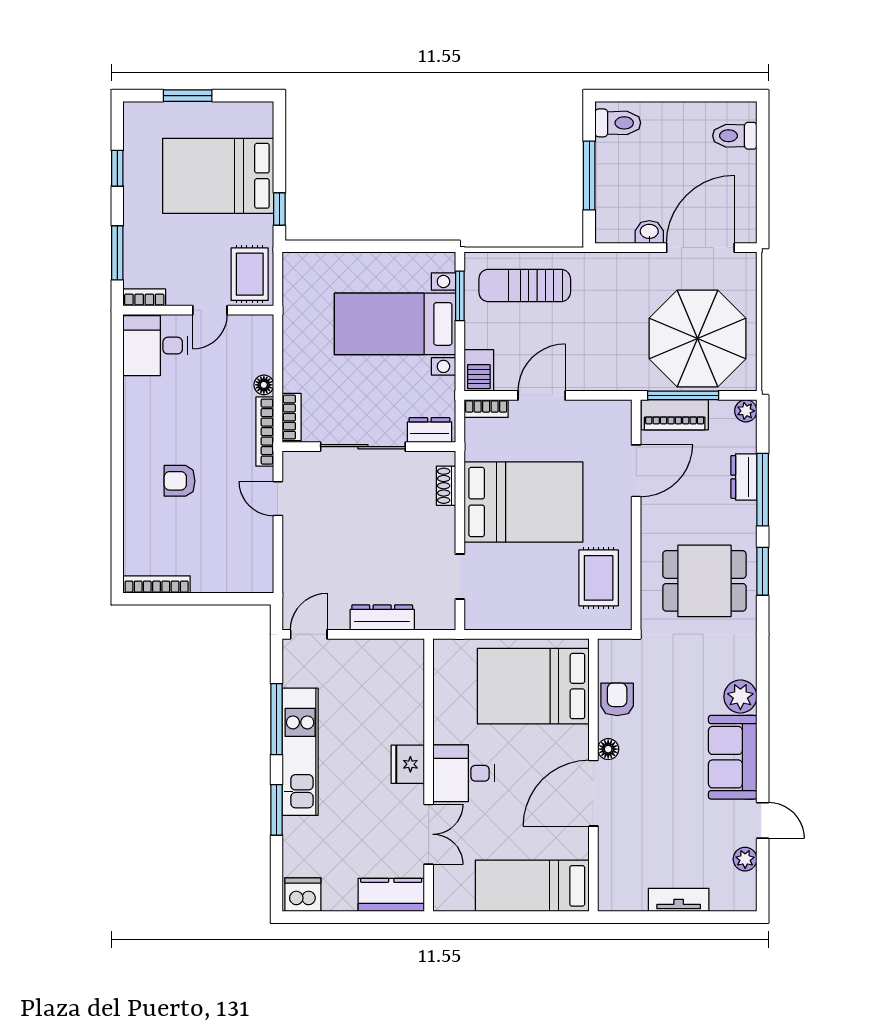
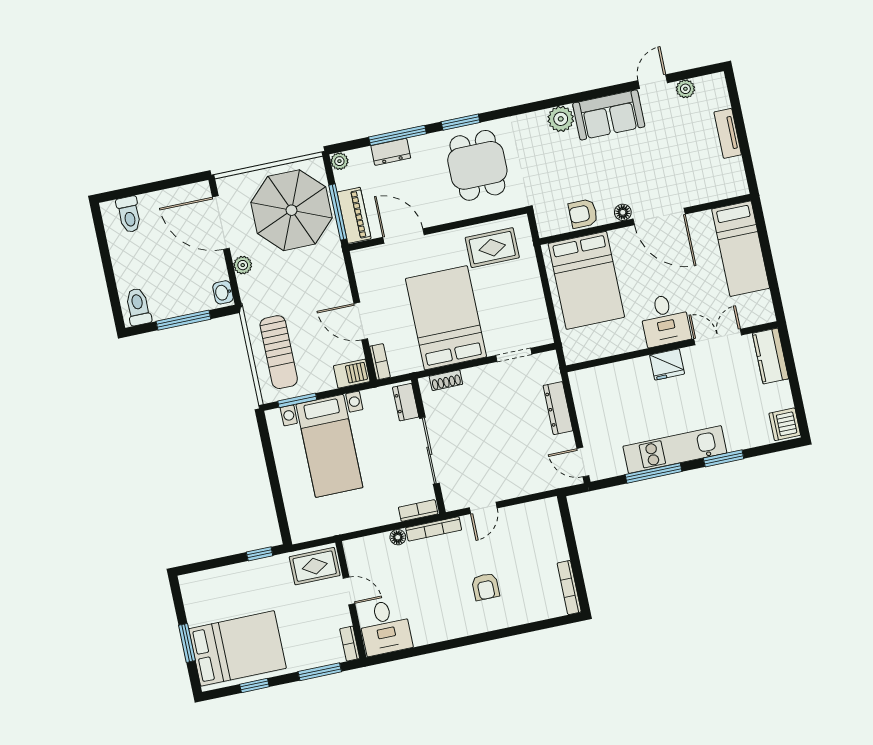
bed: (218, 176) -> (237, 648), moved, turned -90
washbasin: (649, 232) -> (223, 292), moved
plant: (642, 264) -> (243, 265), added

